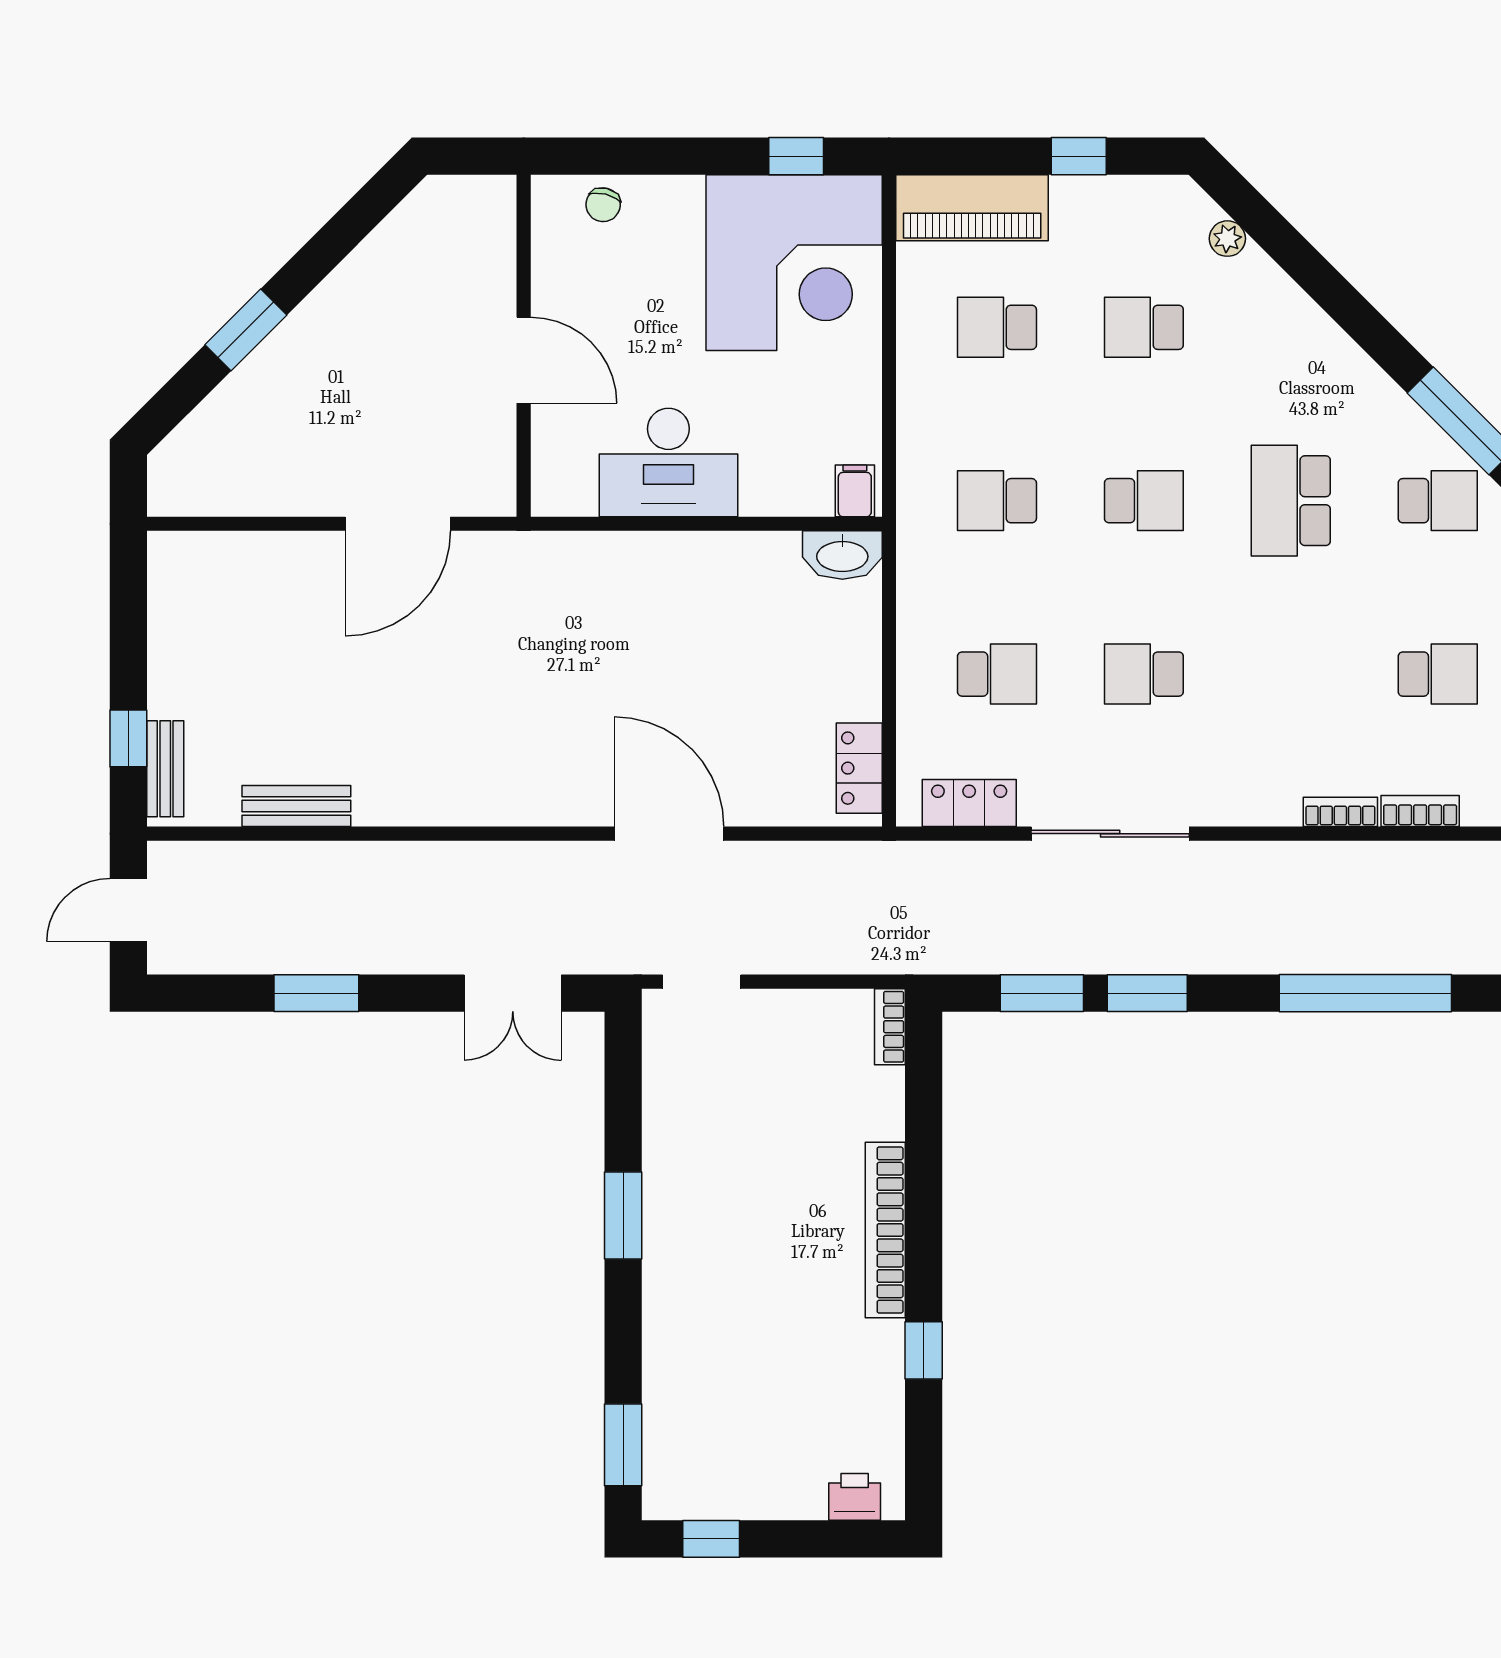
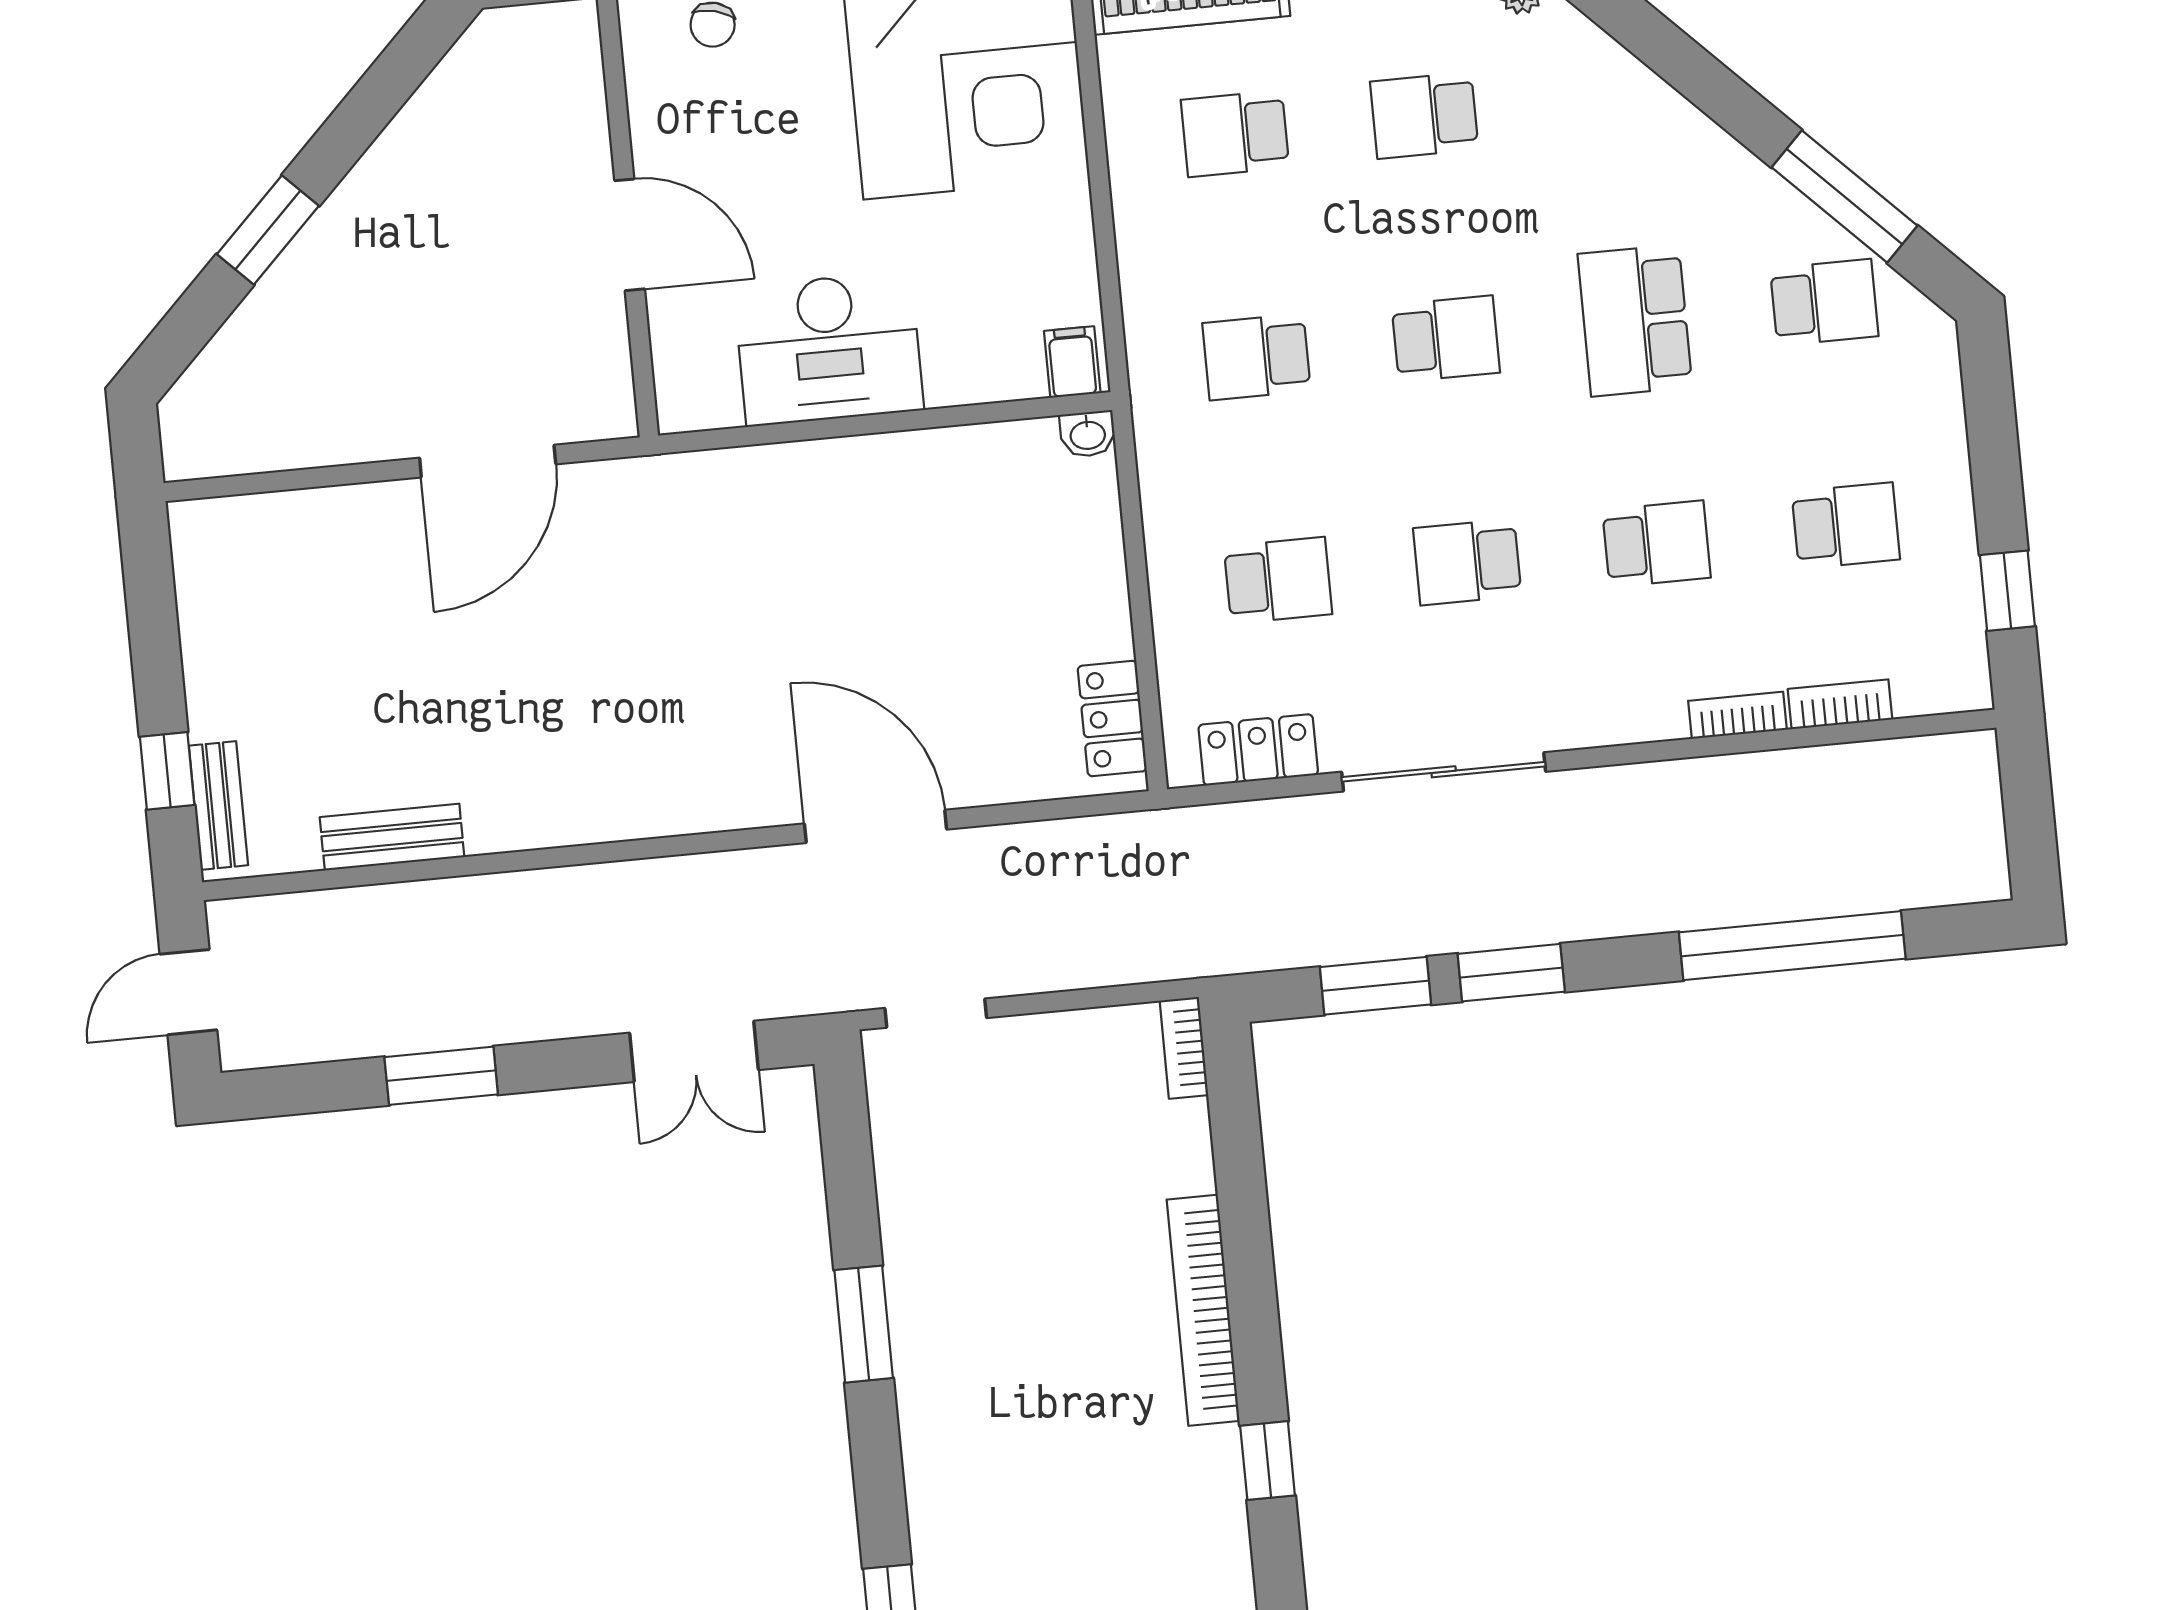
washbasin: (842, 555) -> (1088, 434), width x0.52, depth x0.69
school desk: (1291, 674) -> (1656, 544), added

